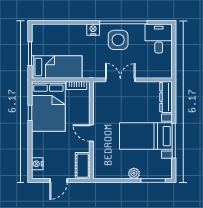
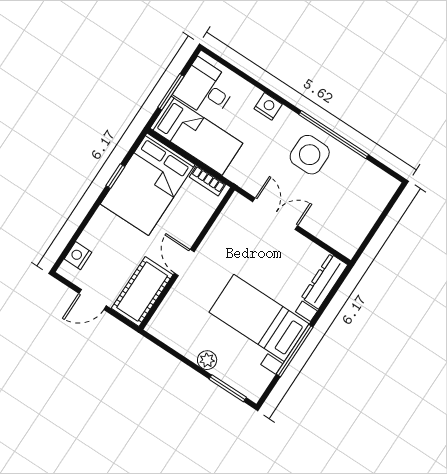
nightstand: (93, 30) -> (268, 106), moved
desk: (159, 38) -> (206, 89), moved, turned -90
cot: (83, 166) -> (142, 292), width x1.37, depth x1.34

